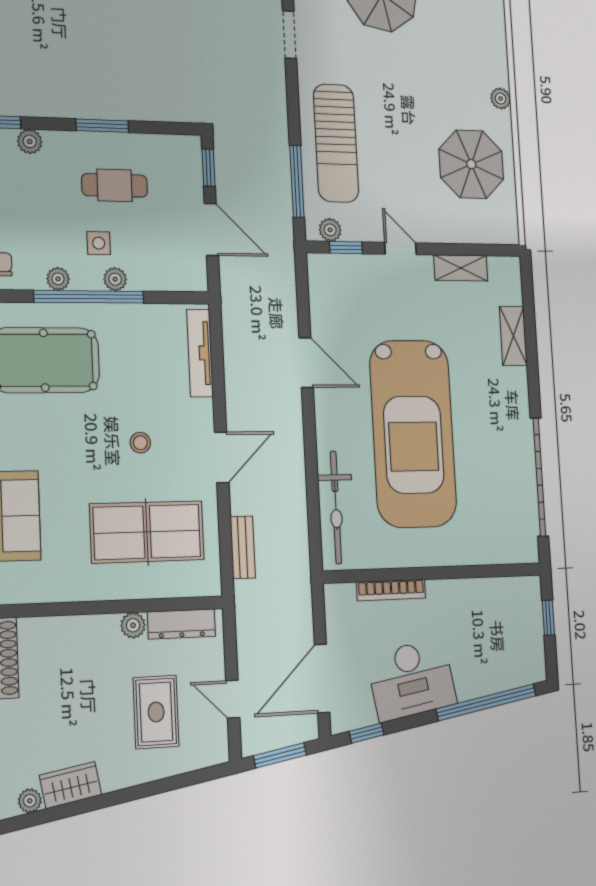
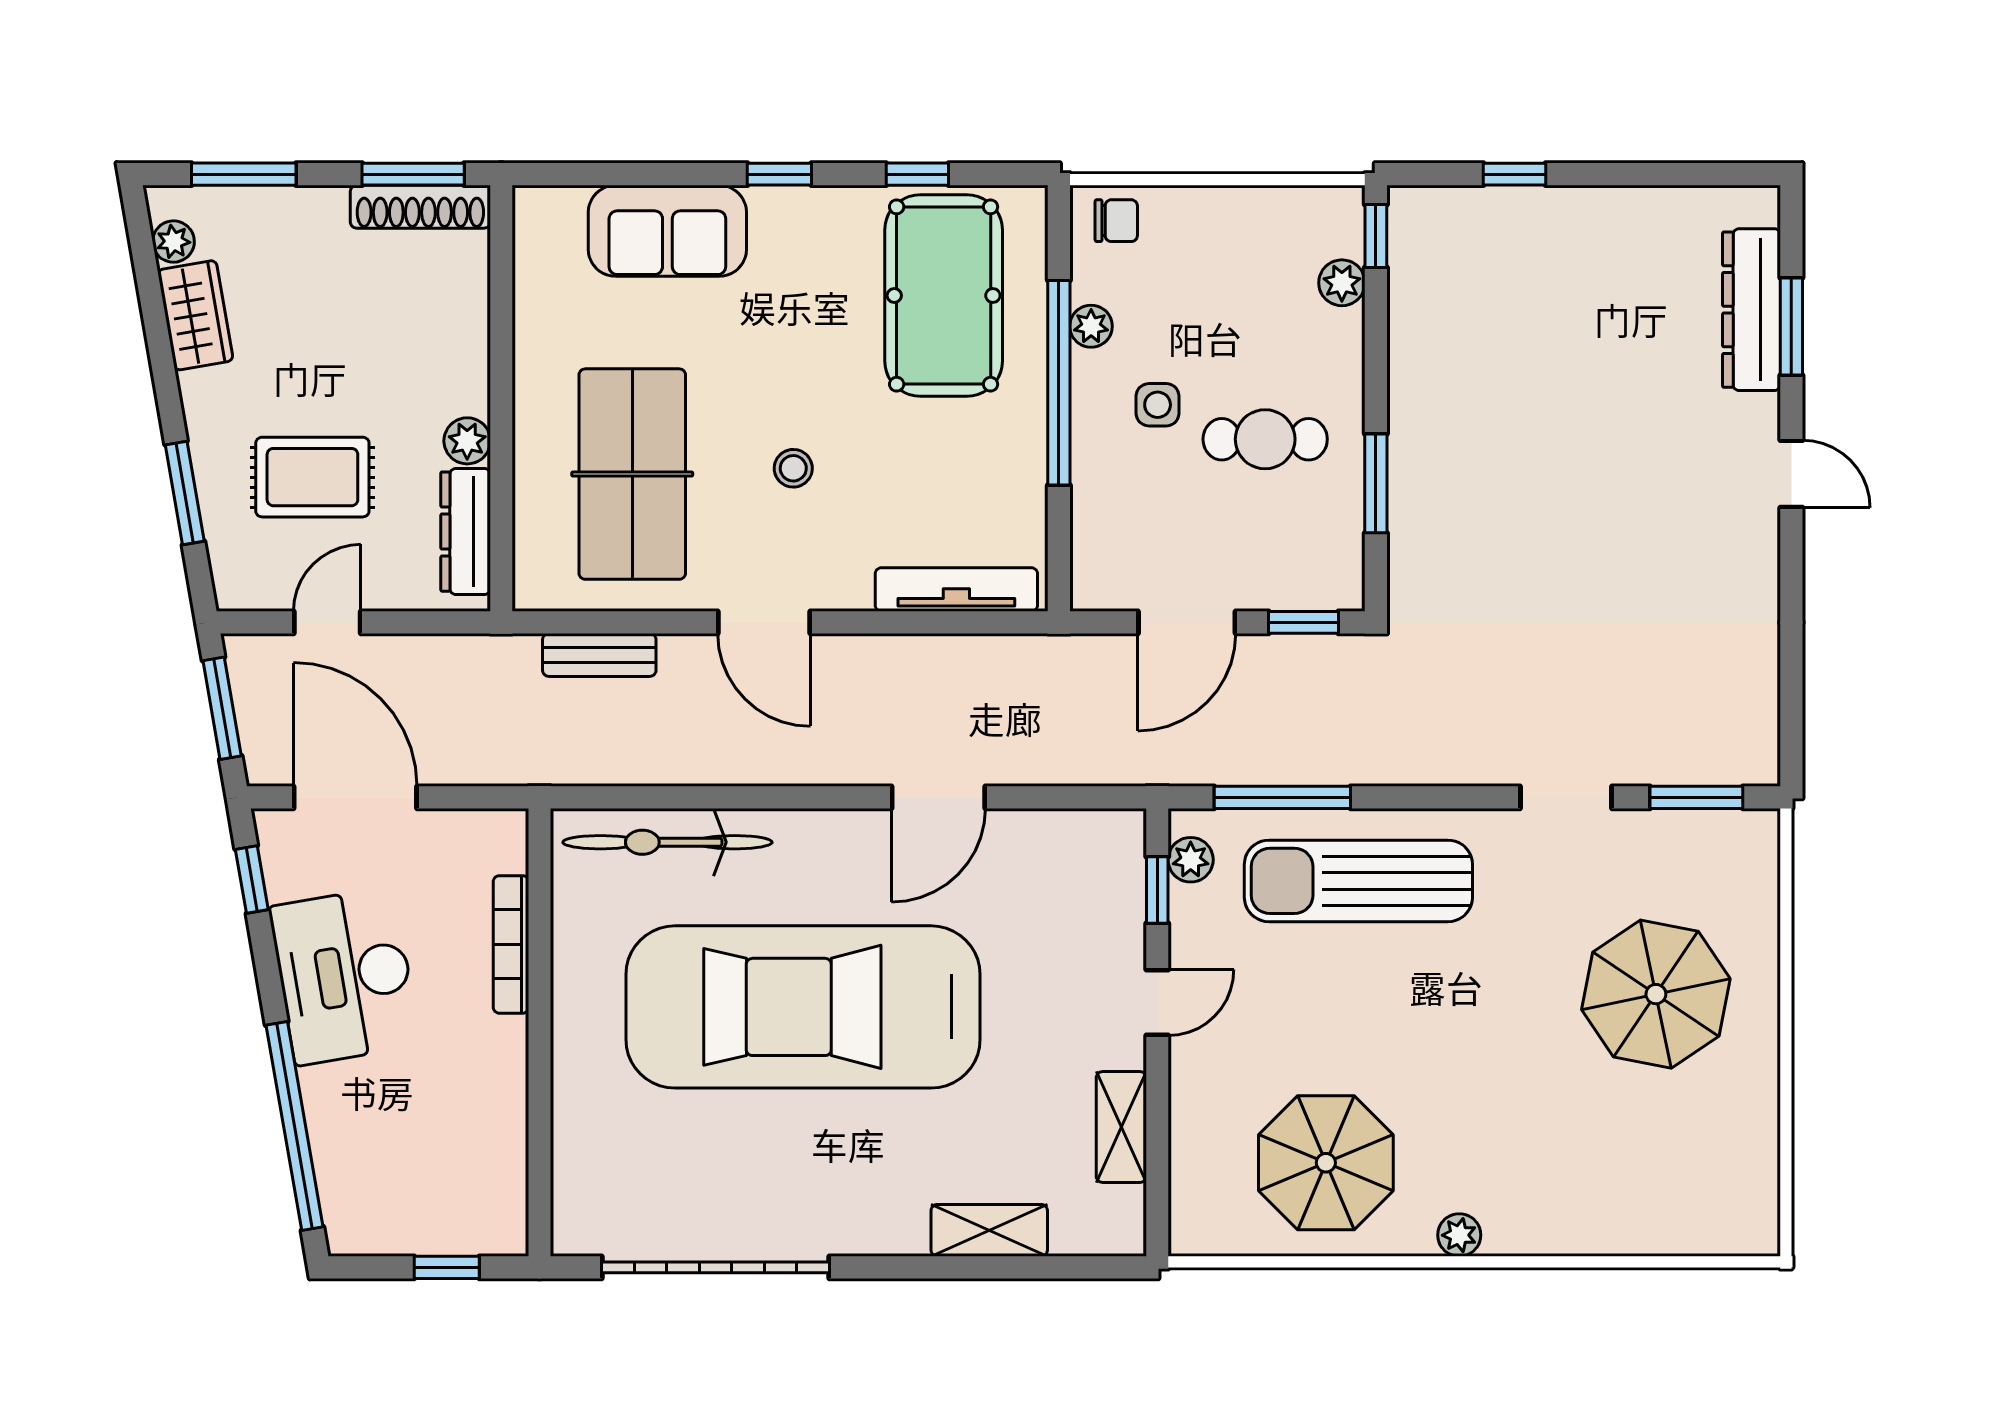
window: (102, 126) -> (1376, 483), moved
cafe table: (115, 185) -> (1265, 439), turned 90
plant: (115, 279) -> (1092, 433), removed
window: (168, 784) -> (185, 493), added

